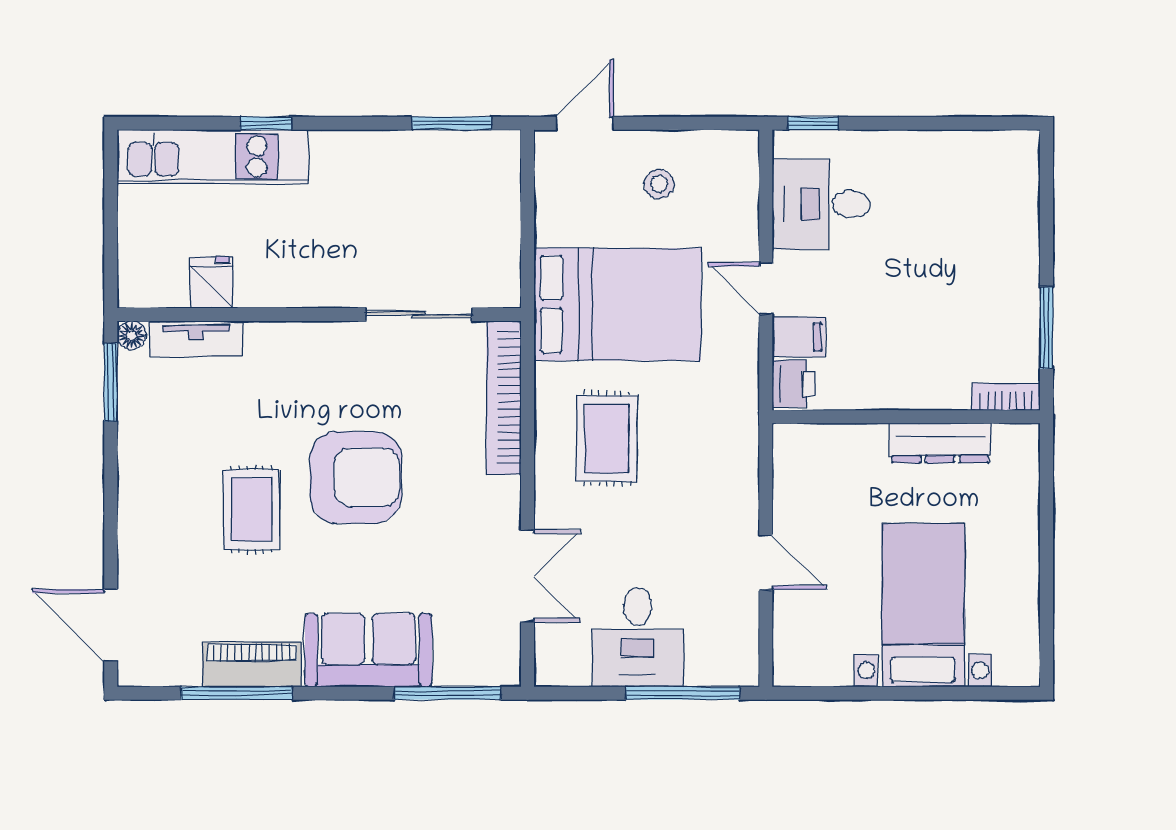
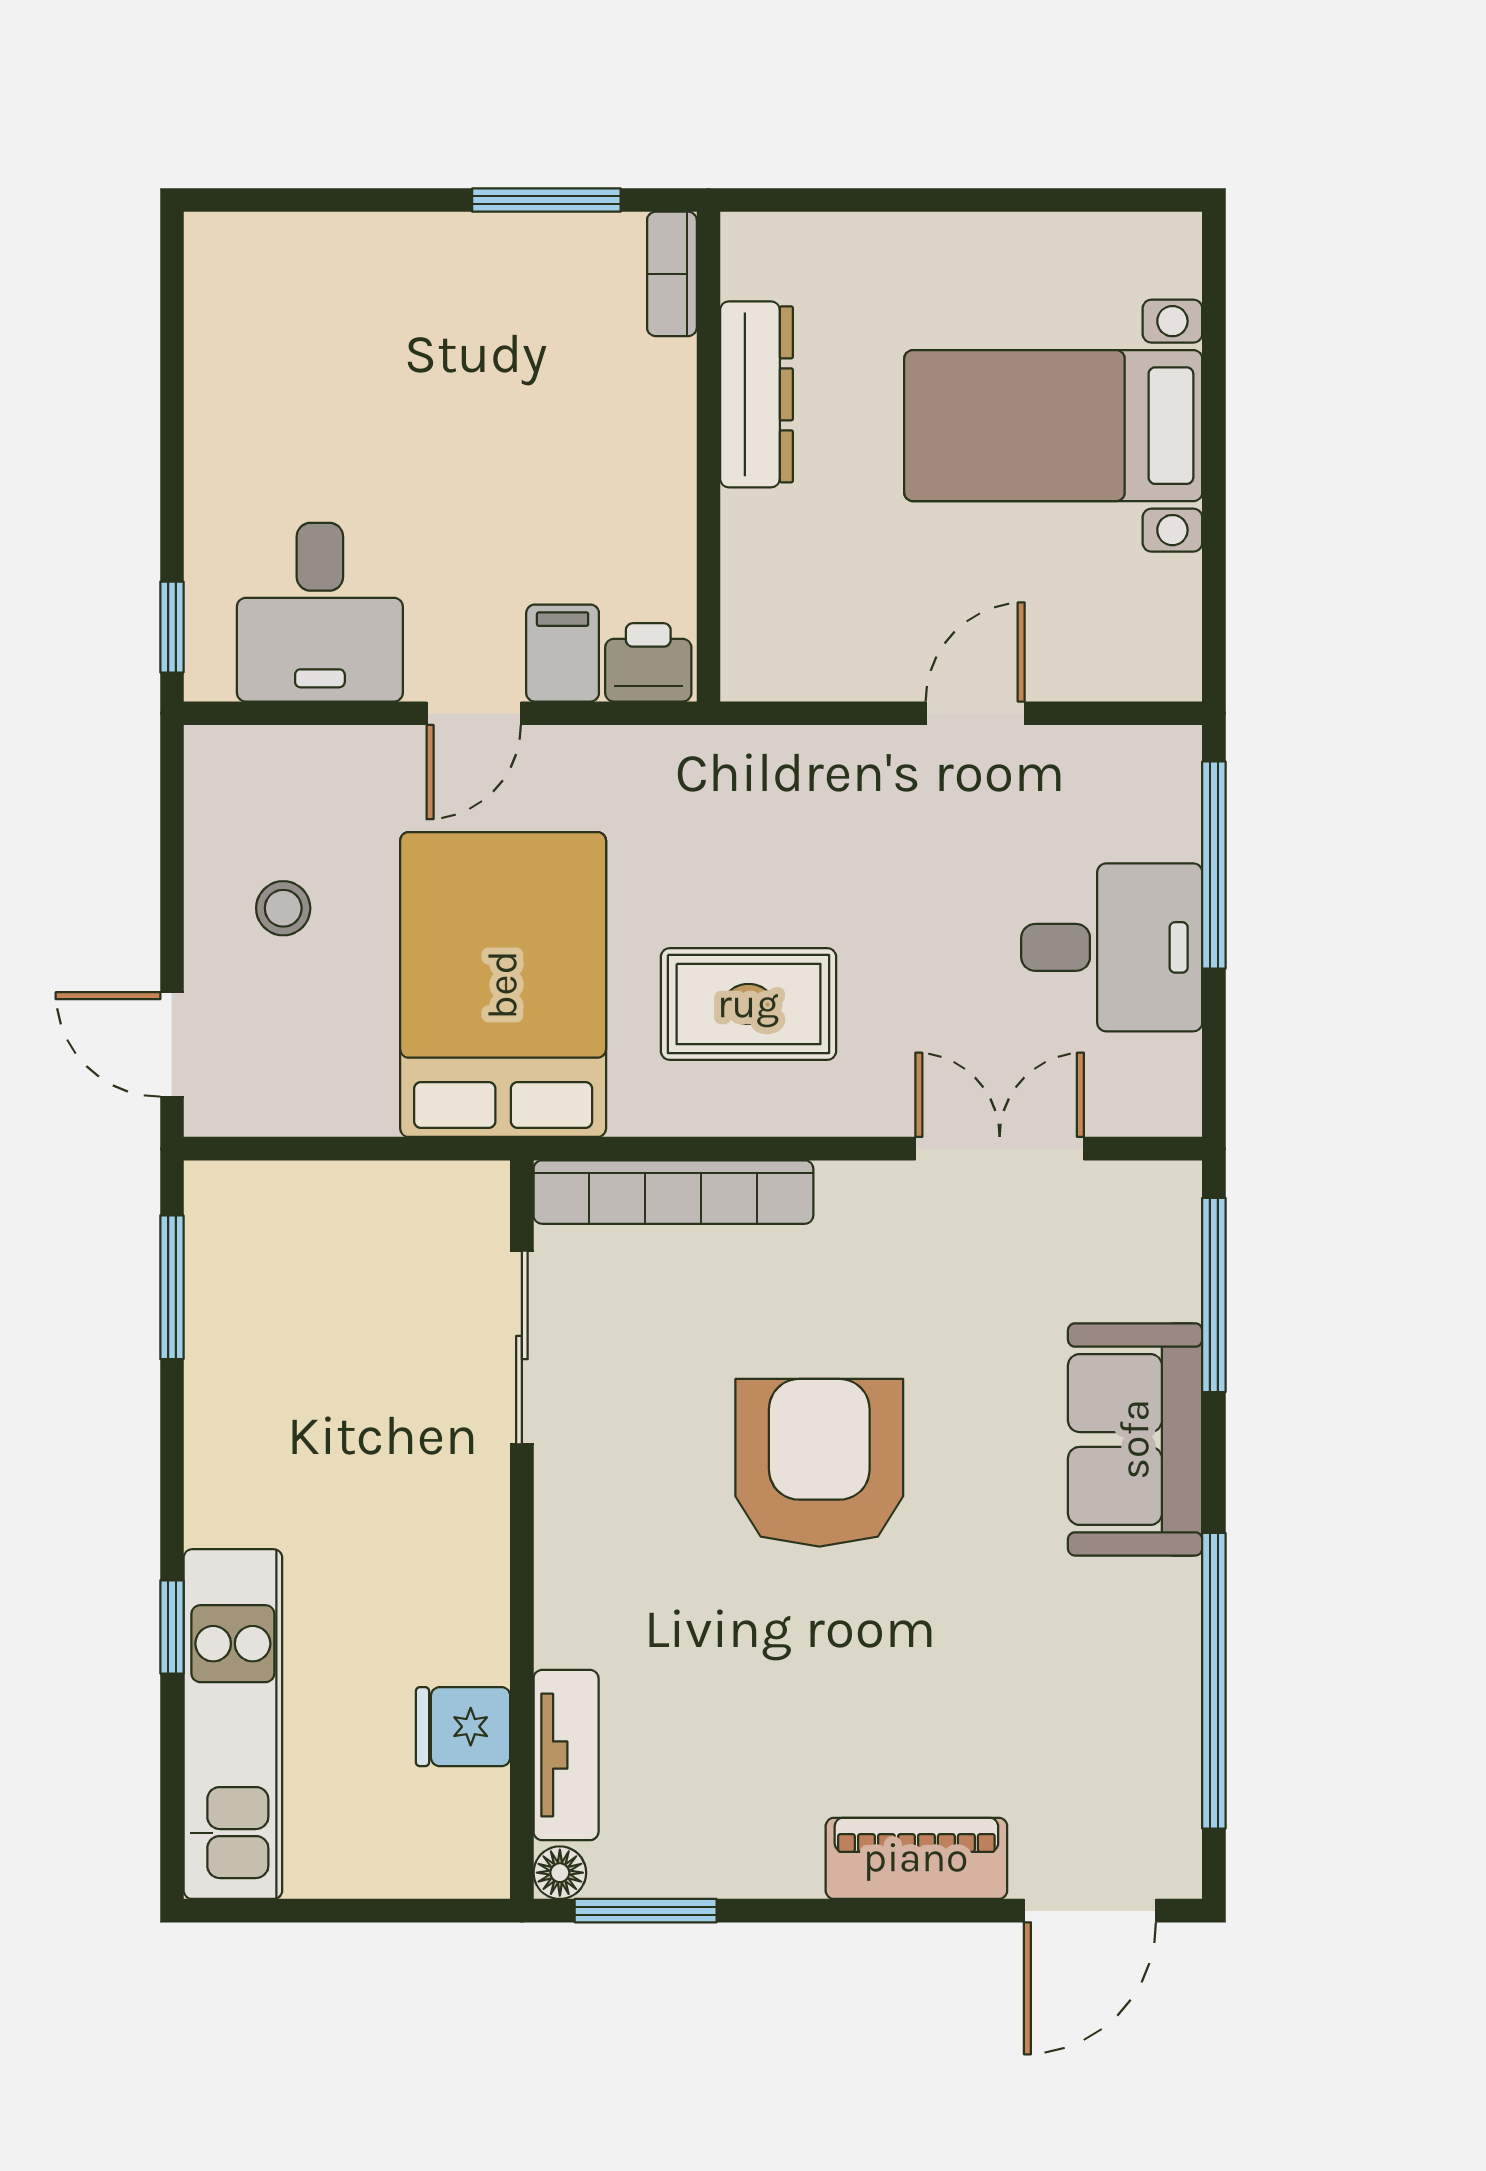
rug: (251, 509) -> (878, 1653), removed
piano: (252, 665) -> (916, 1858), moved, turned 90
window: (237, 693) -> (1214, 1681), width x1.46

